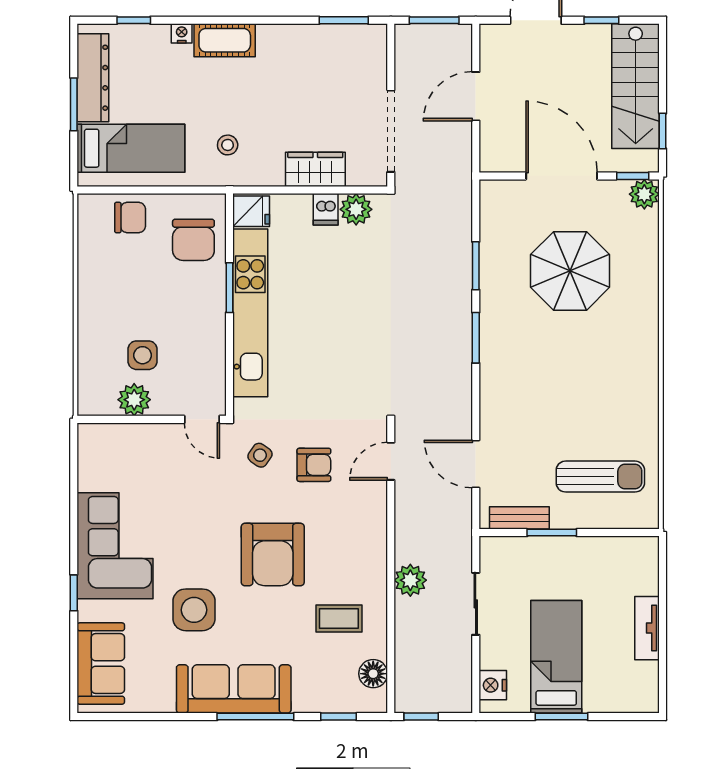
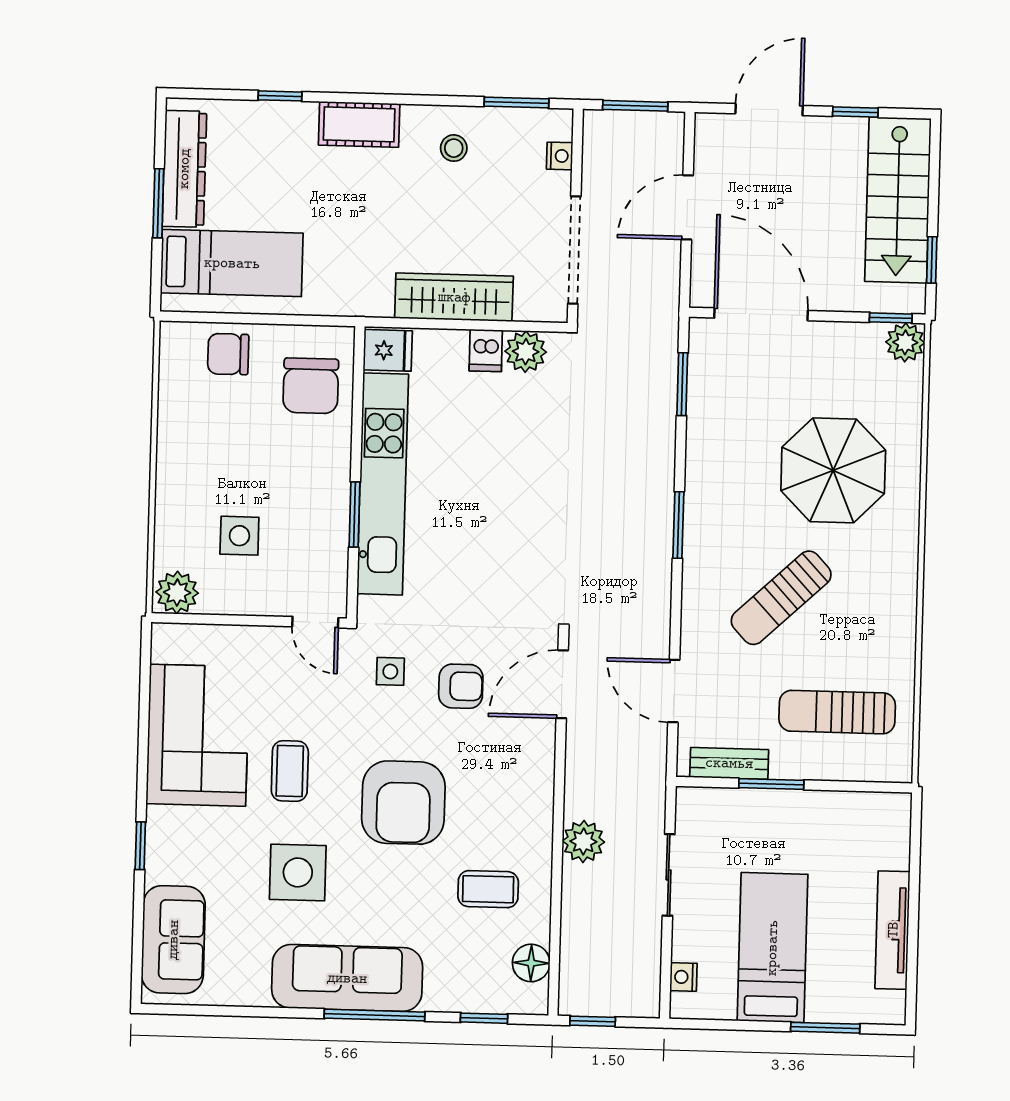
window: (134, 20) -> (280, 96), moved
nightstand: (182, 33) -> (560, 156), moved, turned 90
stool: (228, 145) -> (454, 148), moved
wardrobe: (315, 169) -> (454, 297), width x1.50
door: (562, 176) -> (761, 314), moved
chair: (130, 218) -> (228, 354), turned 180
window: (476, 266) -> (682, 384), moved
parasol: (570, 271) -> (833, 470), moved
window: (229, 288) -> (355, 515), moved
sun lounger: (555, 391) -> (781, 598), added
plant: (134, 400) -> (177, 593), moved
side table: (260, 455) -> (390, 671), turned -35
door: (391, 461) -> (562, 684), width x1.38
sun lounger: (600, 477) -> (837, 712), turned 180
coffee table: (186, 533) -> (290, 771), added
corner sofa: (115, 546) -> (198, 735), moved
tv unit: (647, 628) -> (893, 930), width x1.41
nightstand: (493, 685) -> (683, 977), width x0.72, depth x0.74
window: (562, 717) -> (825, 1028), moved

